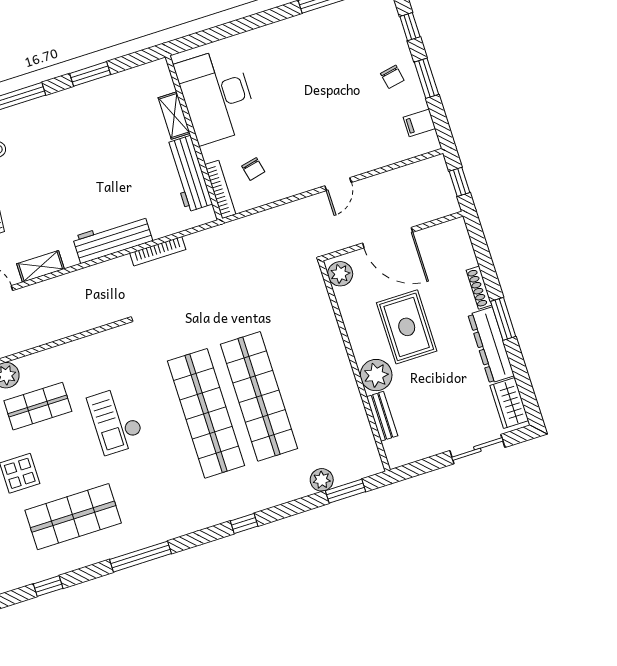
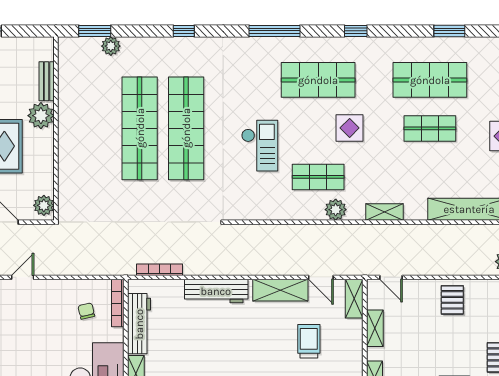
bookcase: (158, 251) -> (160, 270), moved
shelving: (41, 266) -> (280, 290), width x1.50, depth x1.33

